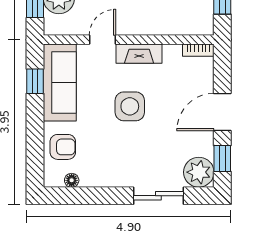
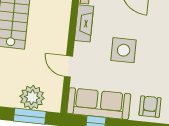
fireplace: (139, 54) -> (84, 23), moved

